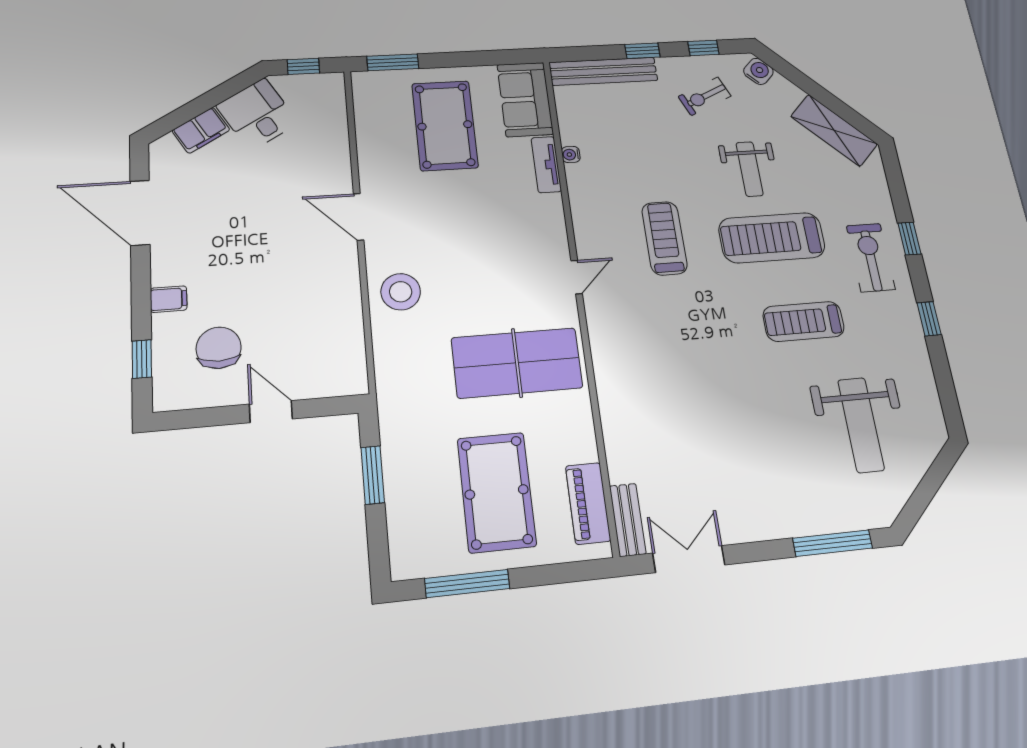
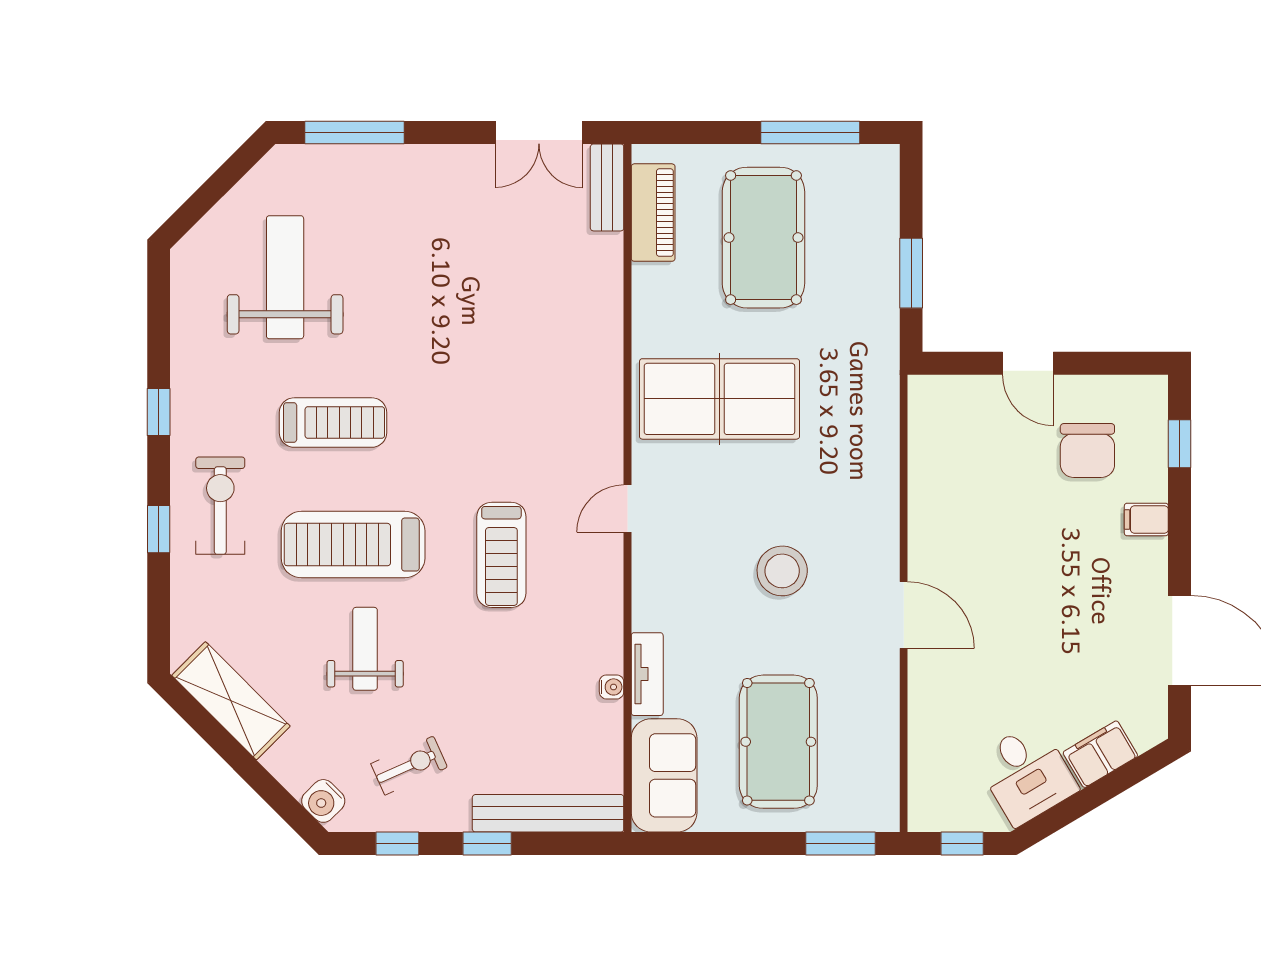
treadmill: (772, 238) -> (353, 545), turned 180
exercise bike: (871, 257) -> (220, 506), turned 180
stool: (401, 292) -> (782, 571), moved

